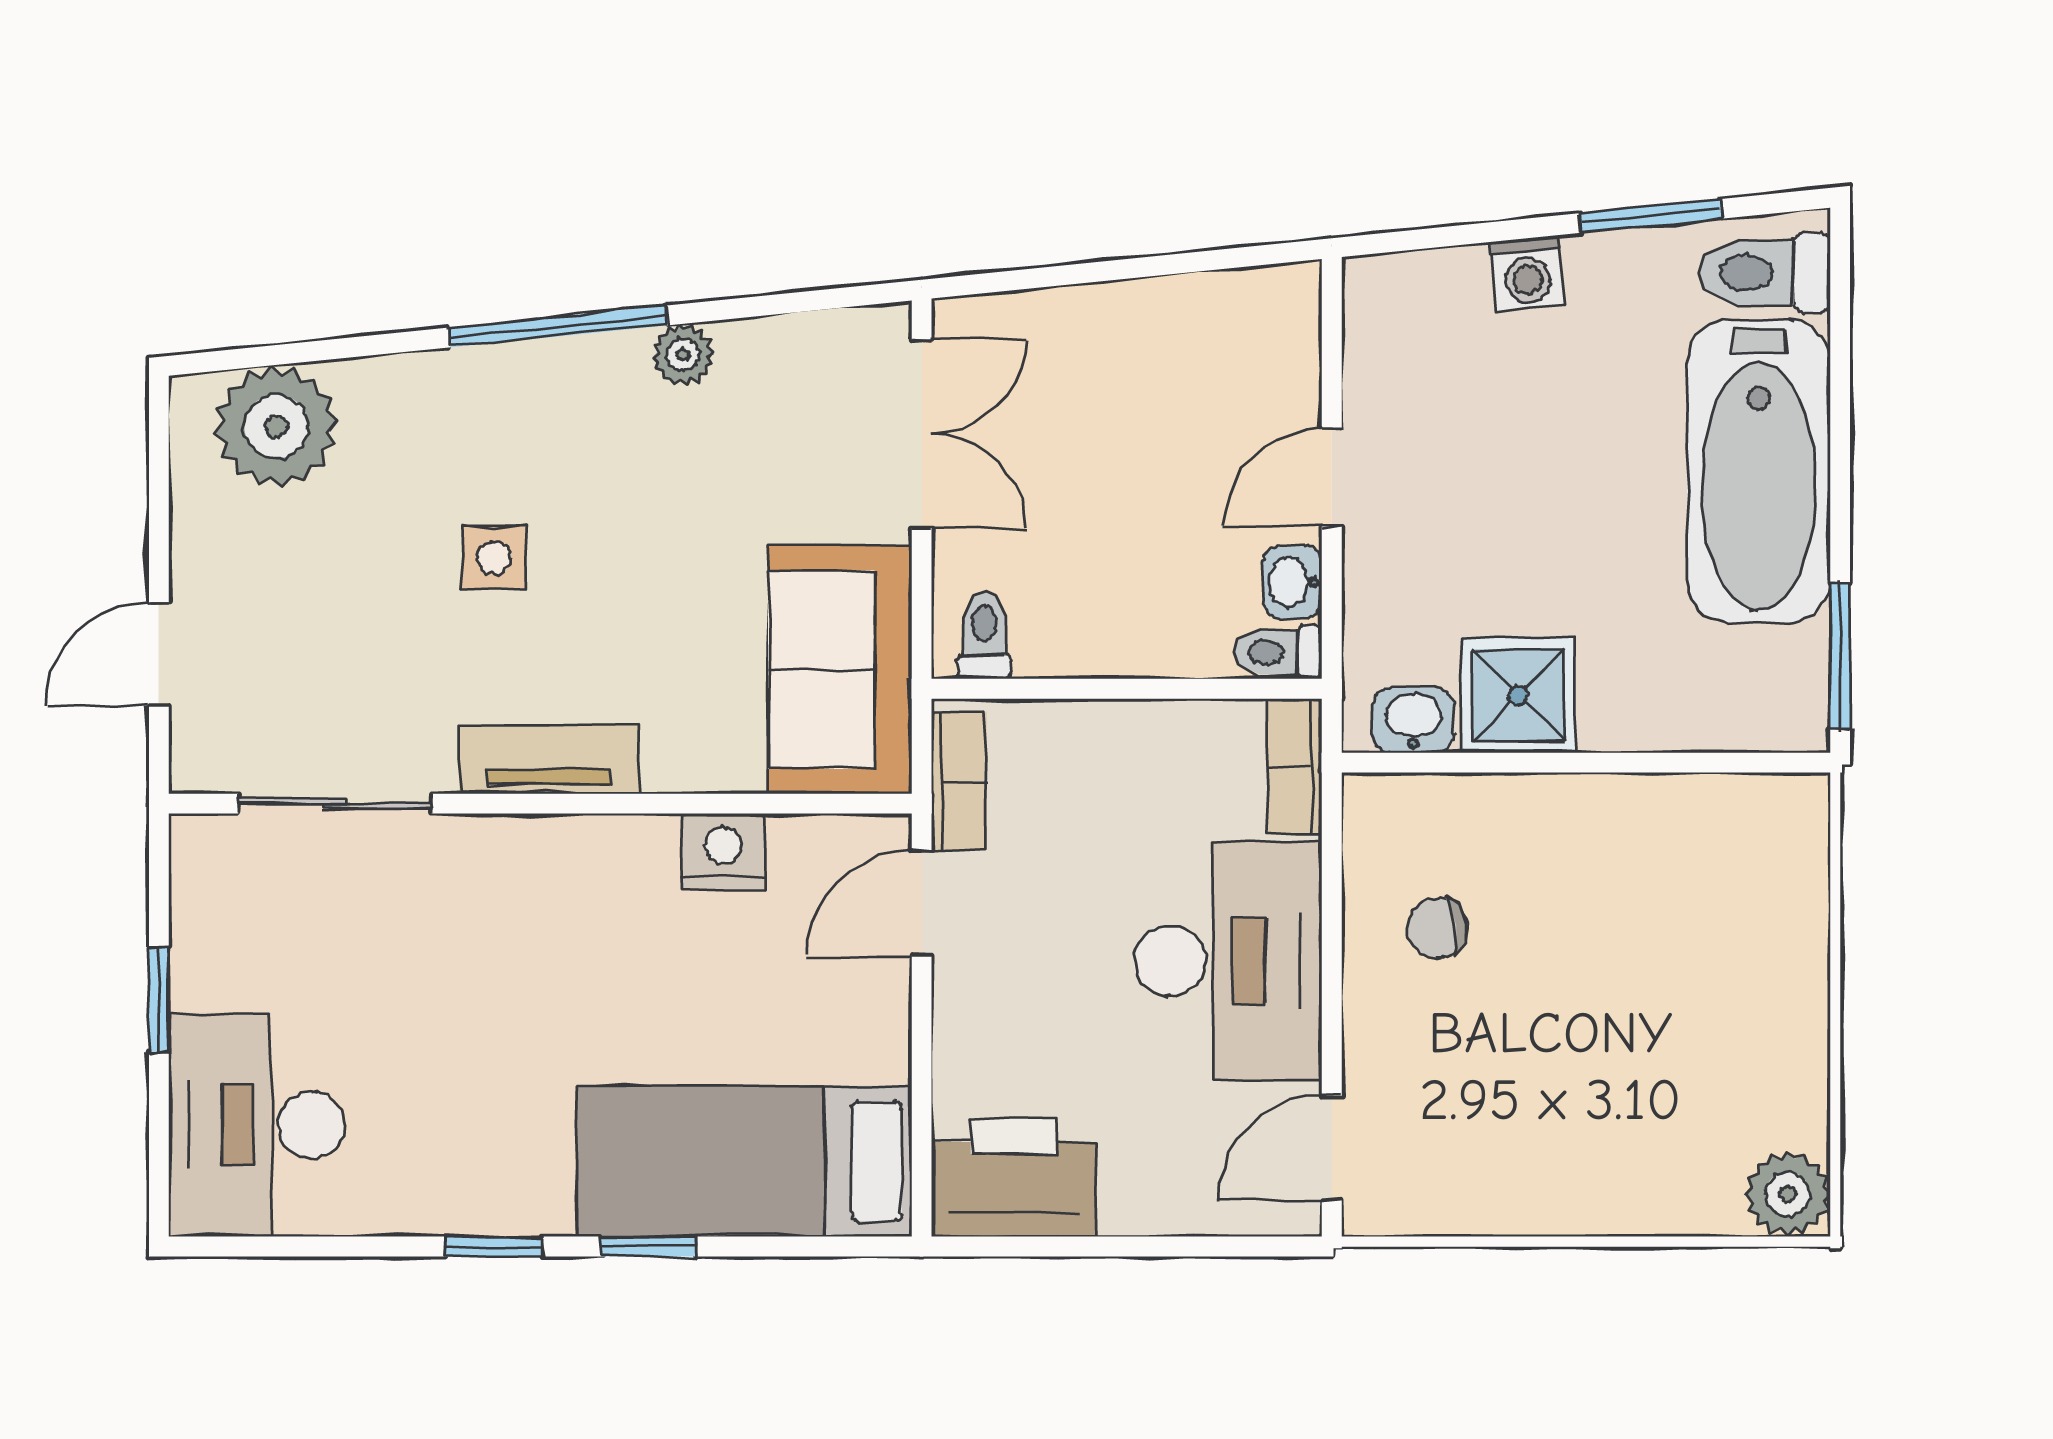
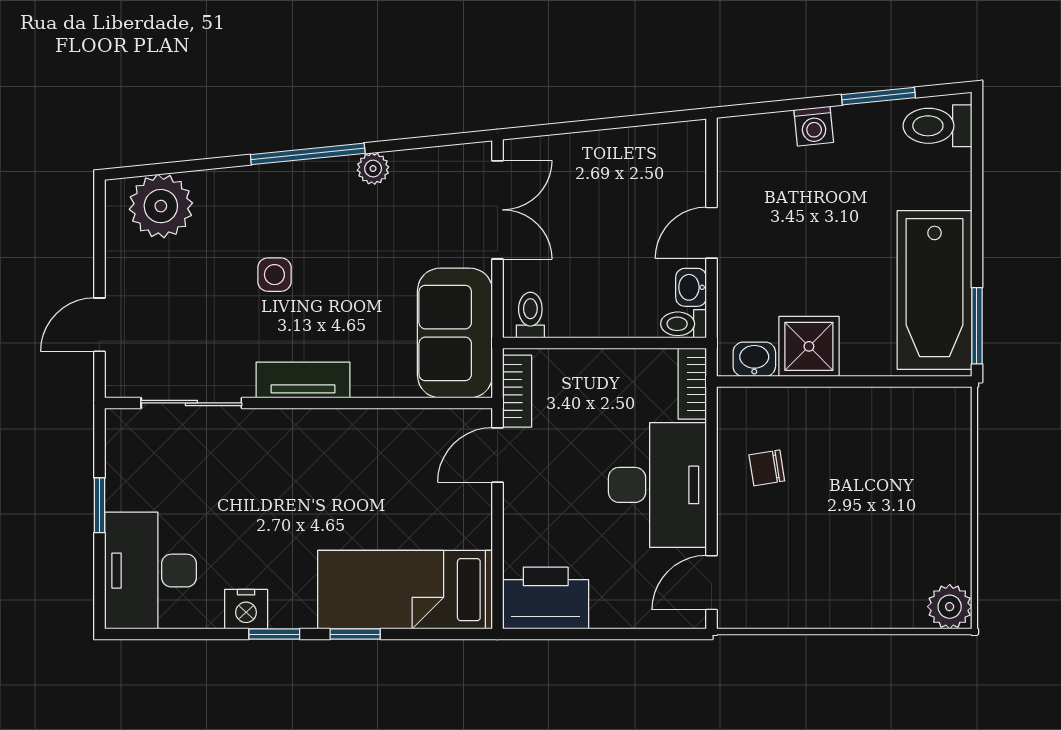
bathtub: (1759, 471) -> (935, 290), moved
nightstand: (723, 851) -> (246, 609), moved, turned 180

